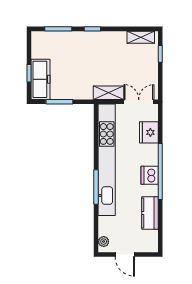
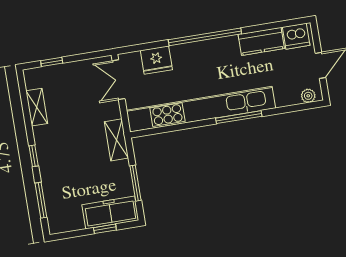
shelving: (141, 37) -> (37, 107), moved
shelving: (109, 93) -> (116, 140), moved
dishwasher: (150, 175) -> (296, 36), moved

